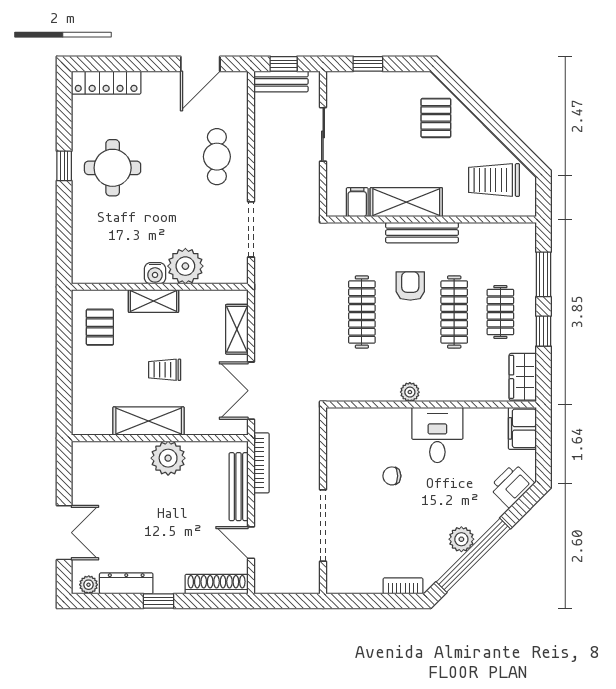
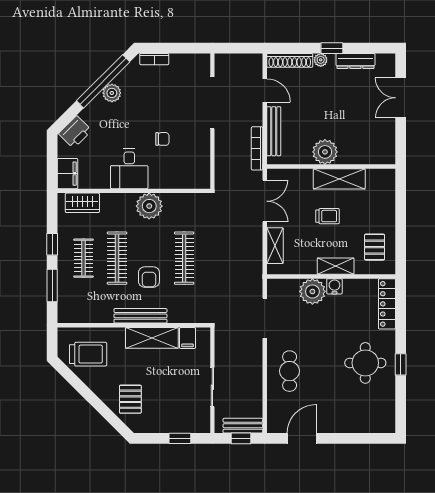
locker: (106, 83) -> (387, 304), moved, turned -90
wardrobe: (523, 377) -> (82, 203), moved, turned 90
plant: (410, 392) -> (149, 206), width x1.88, depth x1.88
plant: (89, 585) -> (321, 60), moved

